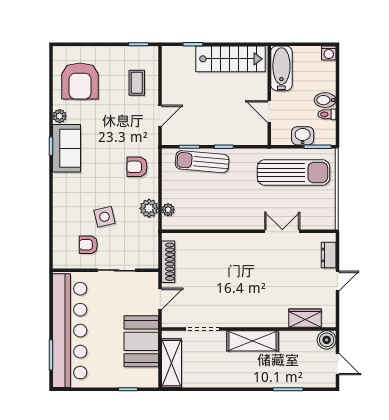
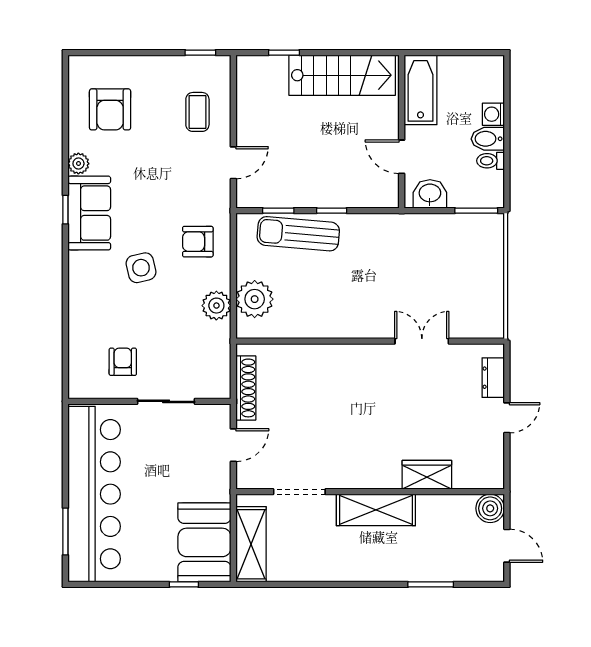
washing machine: (329, 53) -> (493, 114), moved, turned 90
armchair: (80, 81) -> (110, 109), width x0.73, depth x0.73
washbasin: (303, 136) -> (430, 194), moved
sun lounger: (294, 173) -> (439, 250), removed
plant: (168, 210) -> (255, 299), width x1.88, depth x1.88
side table: (104, 217) -> (141, 268), moved
armchair: (88, 245) -> (123, 362), turned 90
wardrobe: (305, 318) -> (427, 475), moved
booth: (141, 341) -> (204, 542), moved

